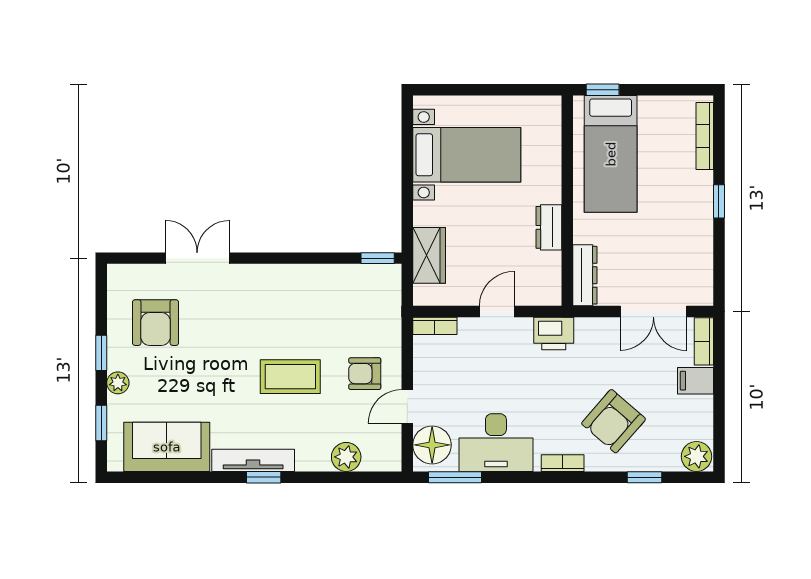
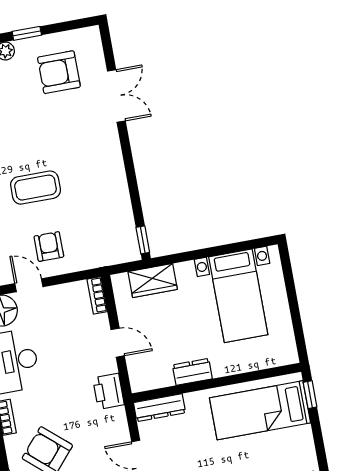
coffee table: (290, 377) -> (36, 188), turned 90

